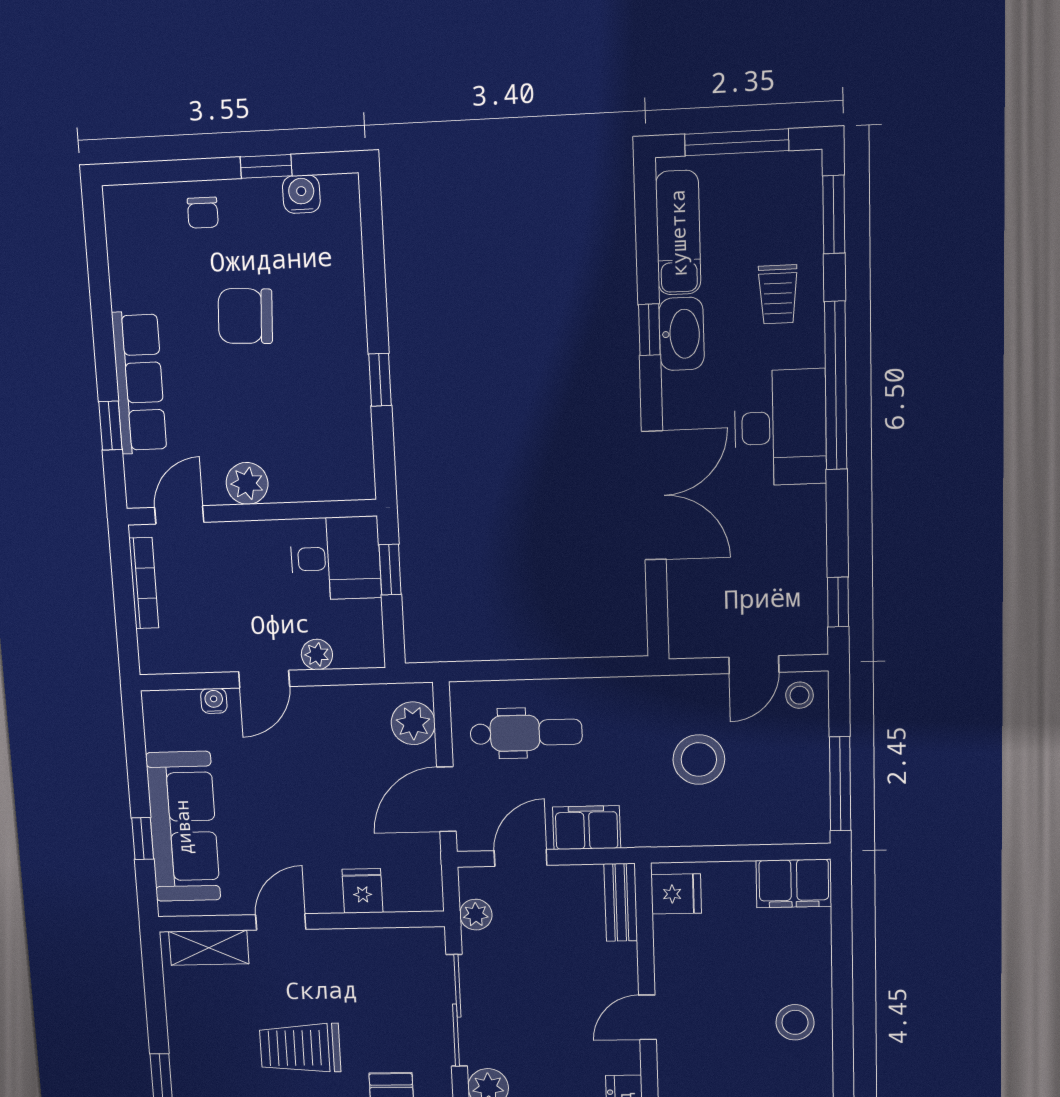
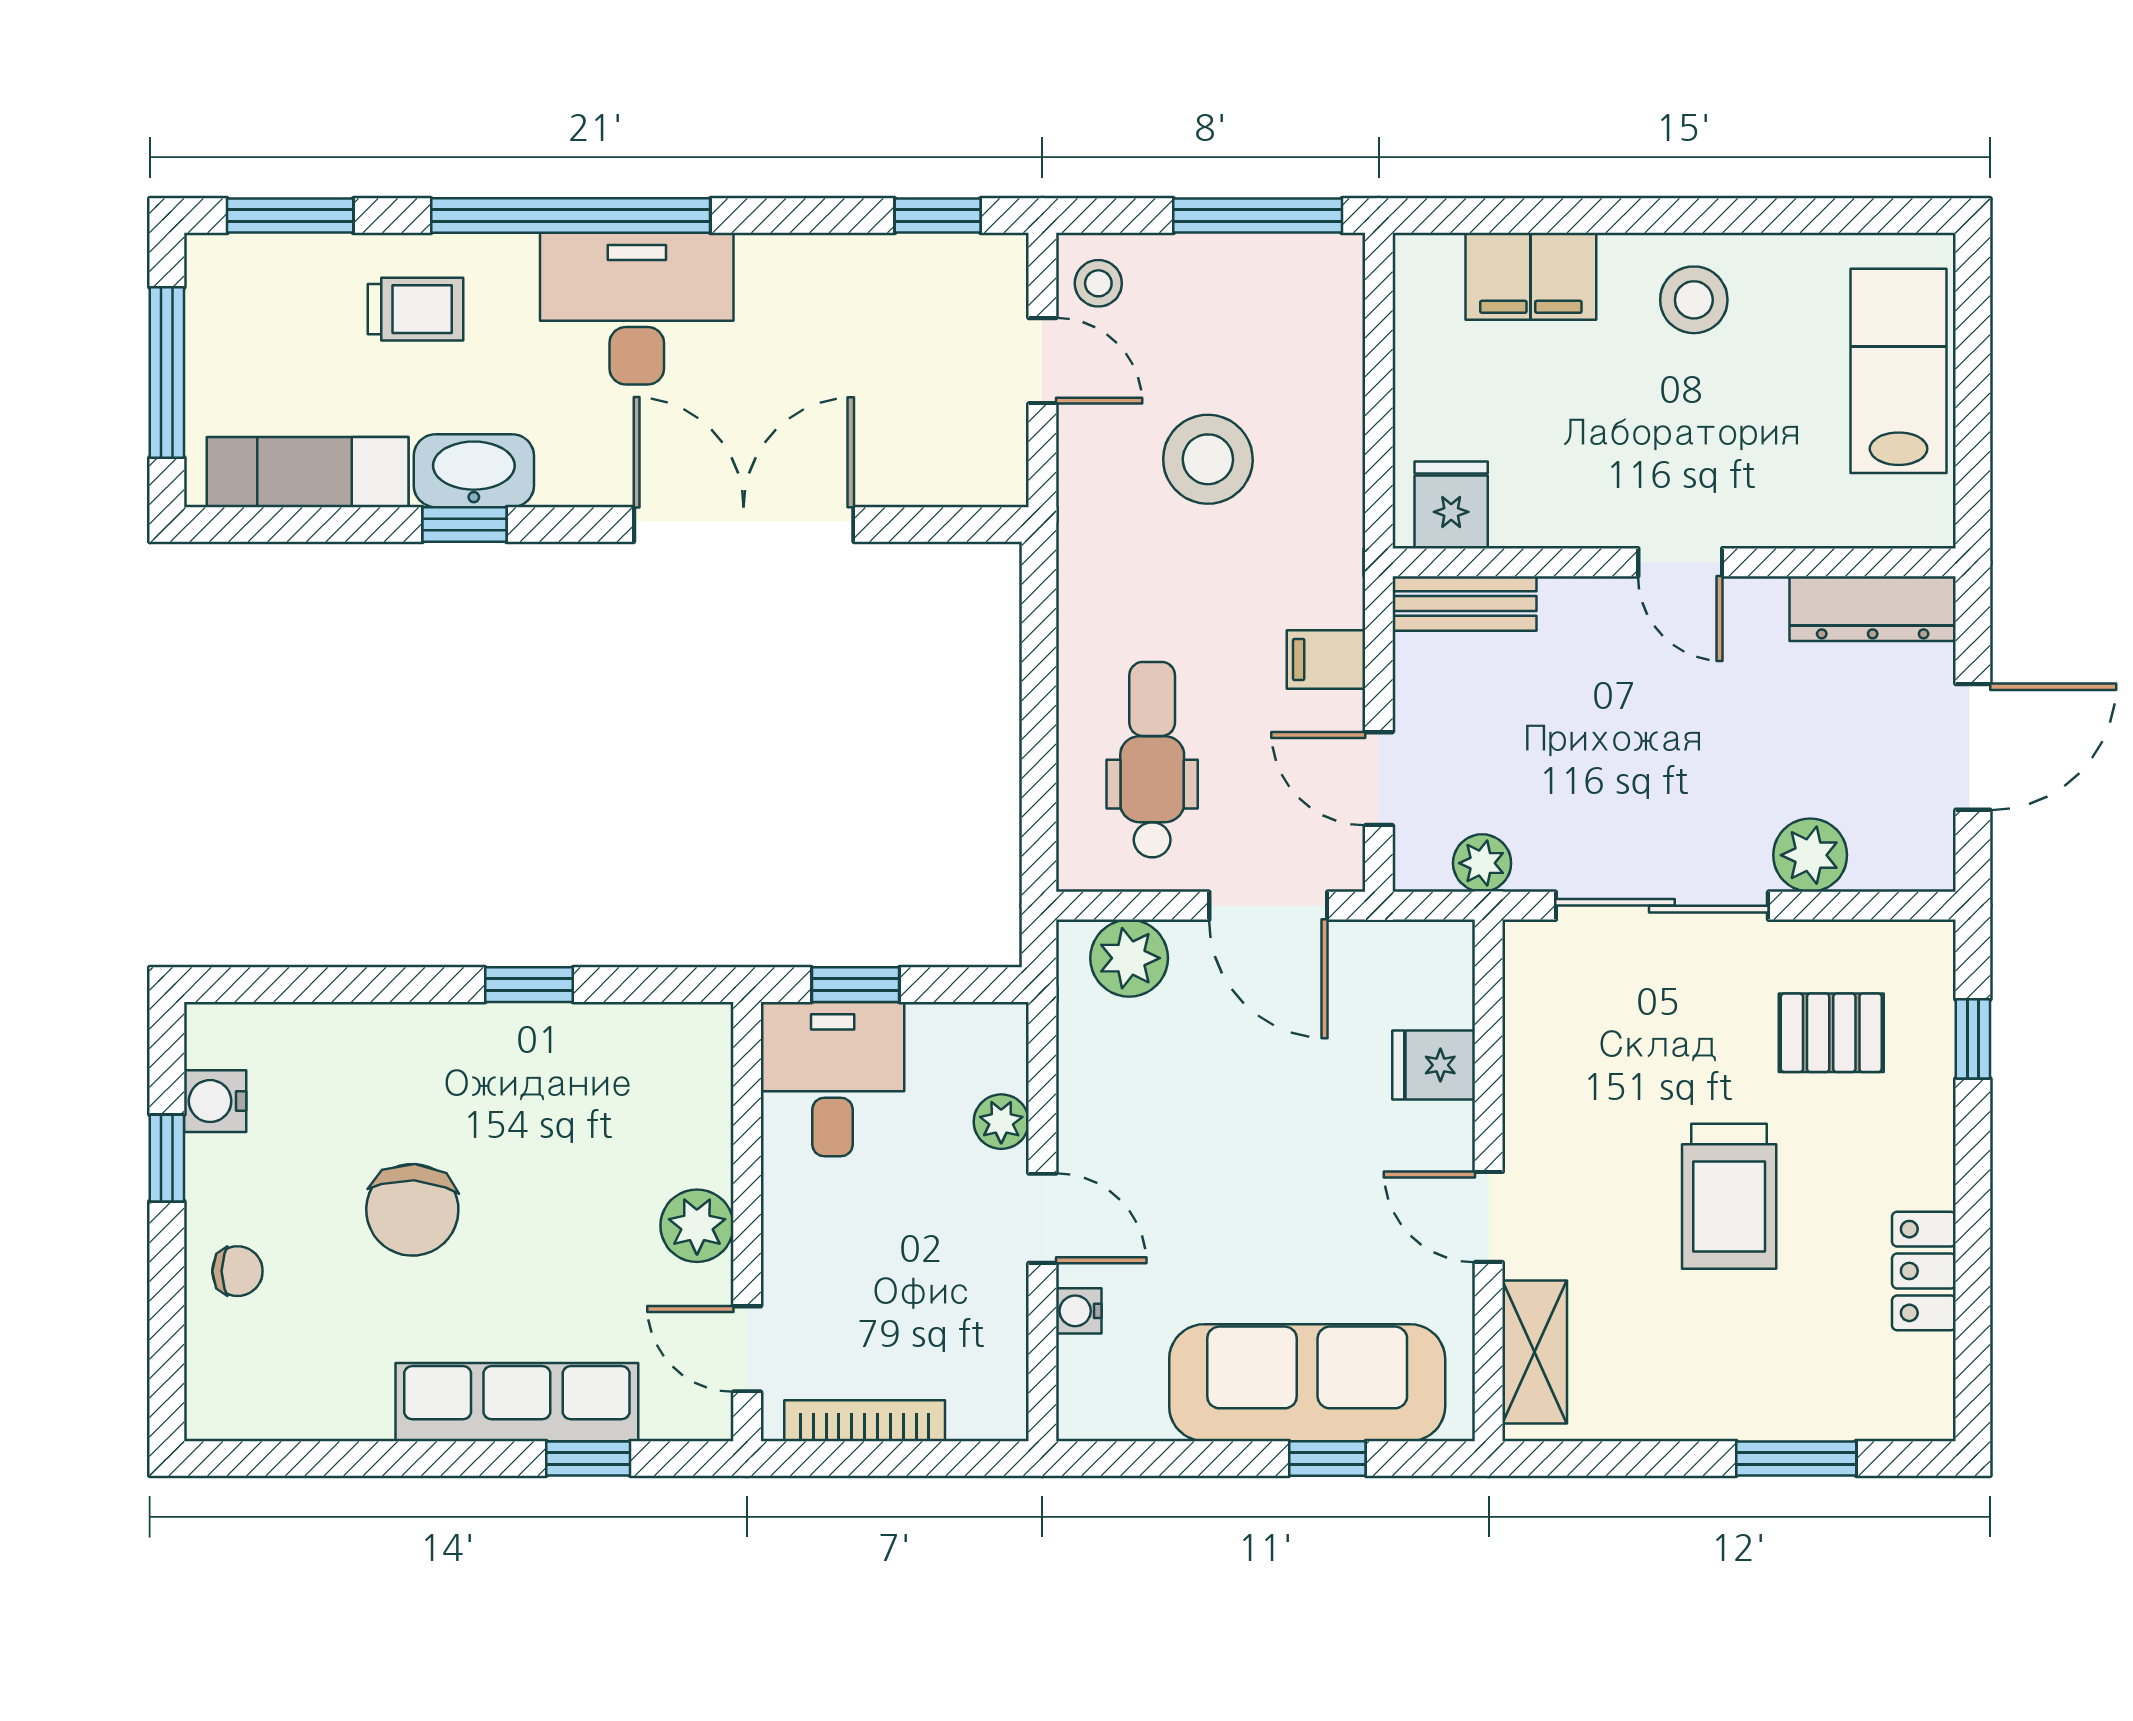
filing cabinet: (587, 828) -> (1326, 659), width x0.50
filing cabinet: (794, 883) -> (1531, 276), moved, turned 90

